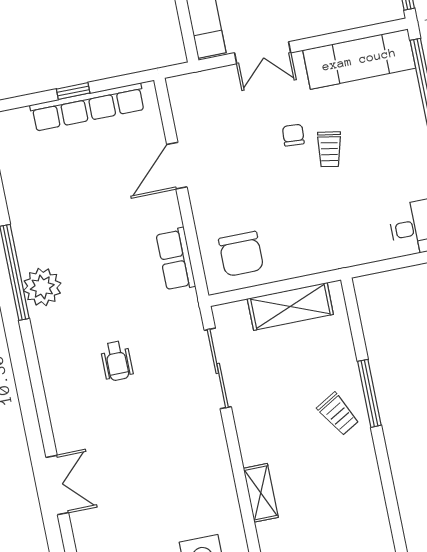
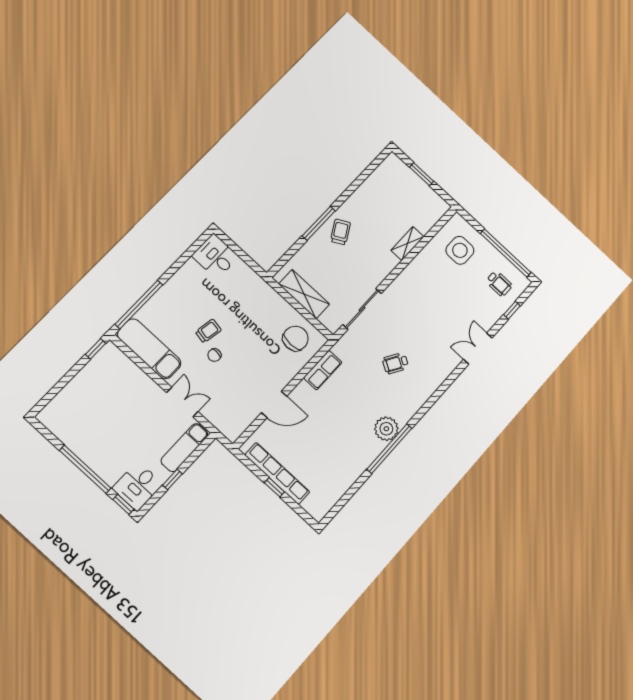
wheelchair: (117, 361) -> (395, 363), turned -149

